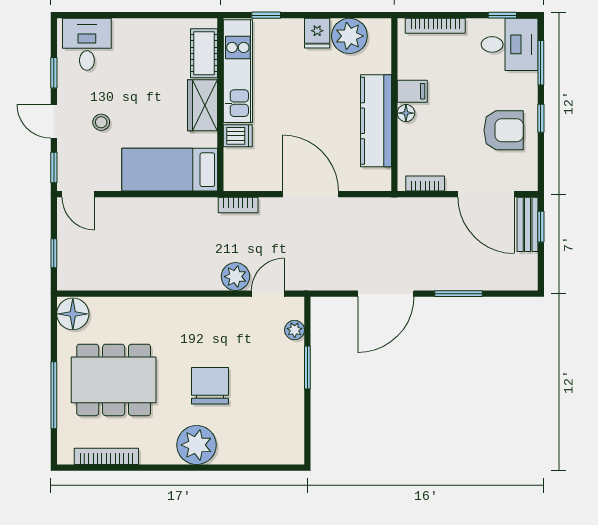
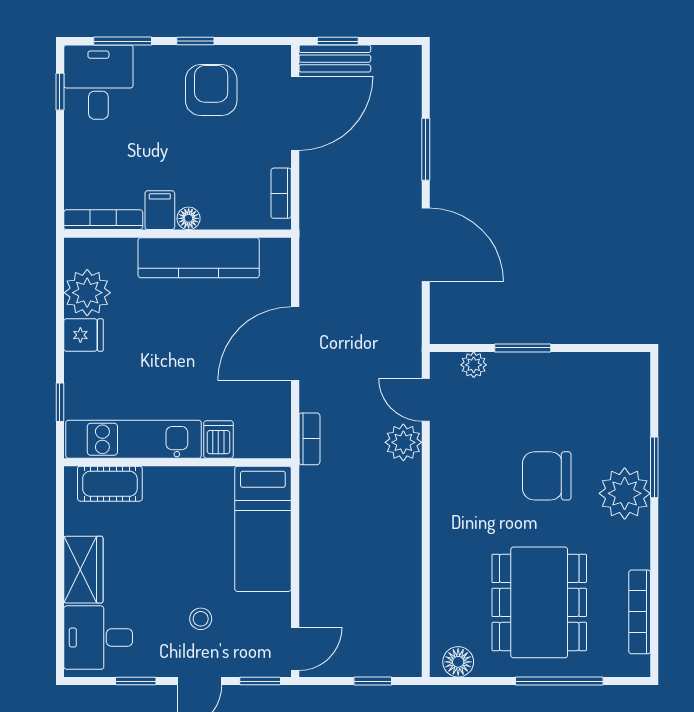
bookcase: (435, 26) -> (103, 220), moved, turned -90
wardrobe: (203, 105) -> (83, 570), moved, turned -90
floor lamp: (73, 314) -> (458, 662), width x0.73, depth x0.73
window: (216, 468) -> (654, 467), added

